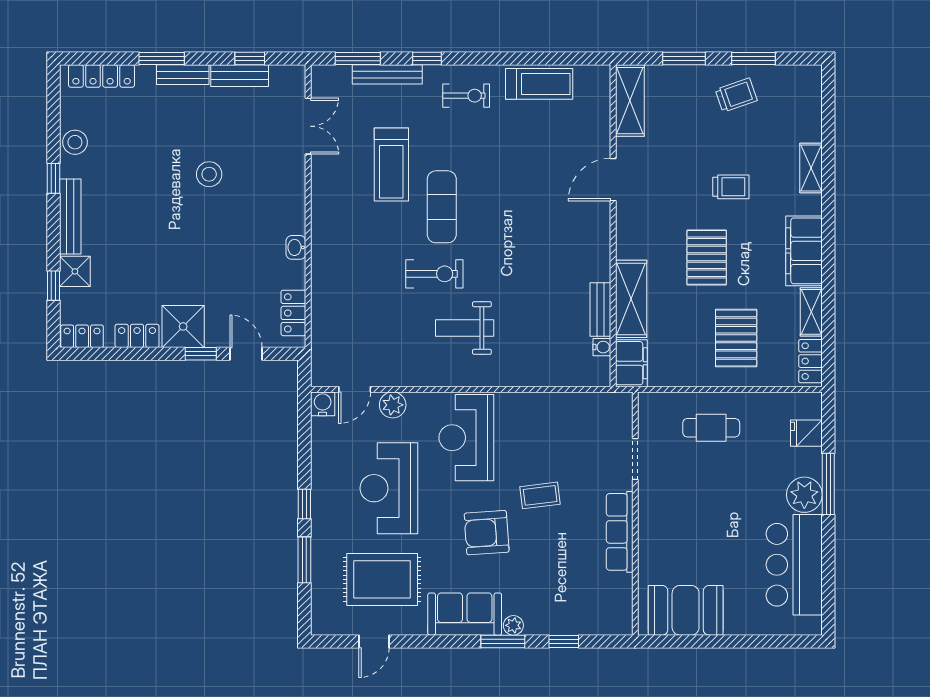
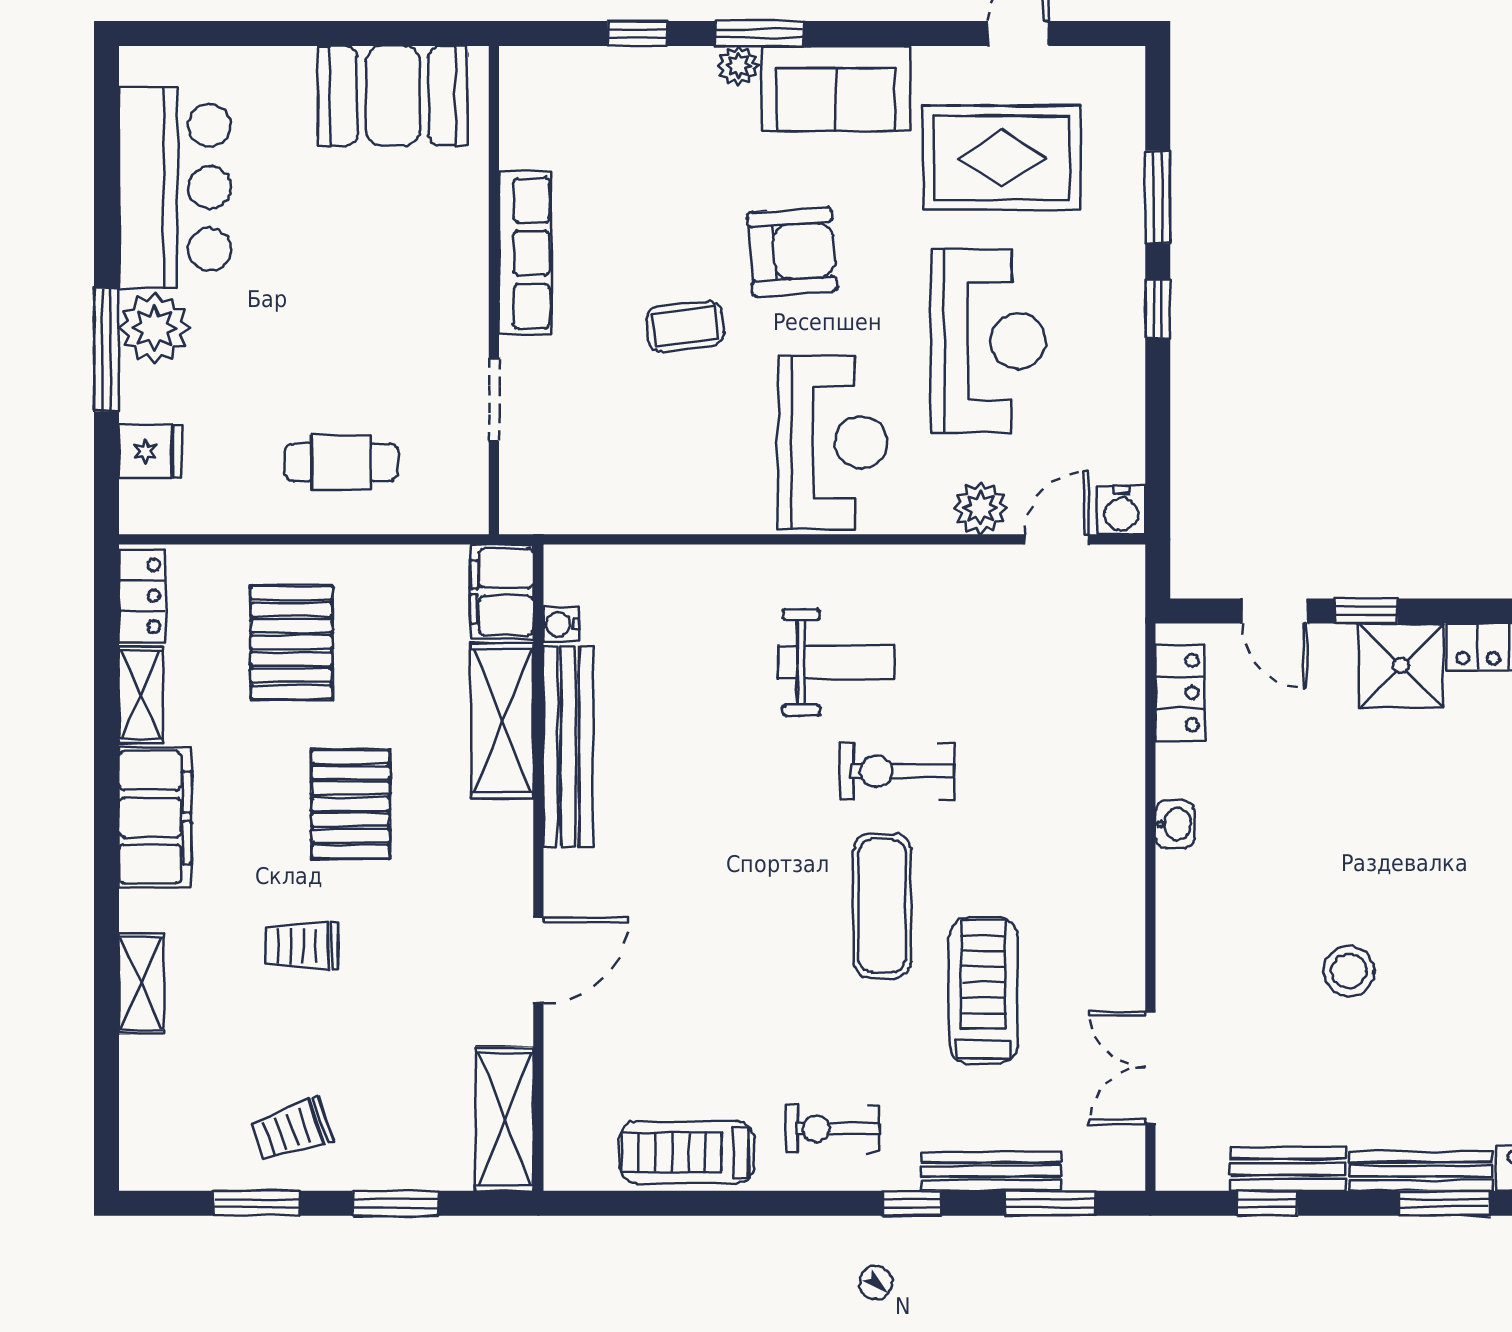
bench: (183, 75) -> (1421, 1171), width x1.36
bench: (600, 309) -> (568, 746), width x1.86, depth x1.21

